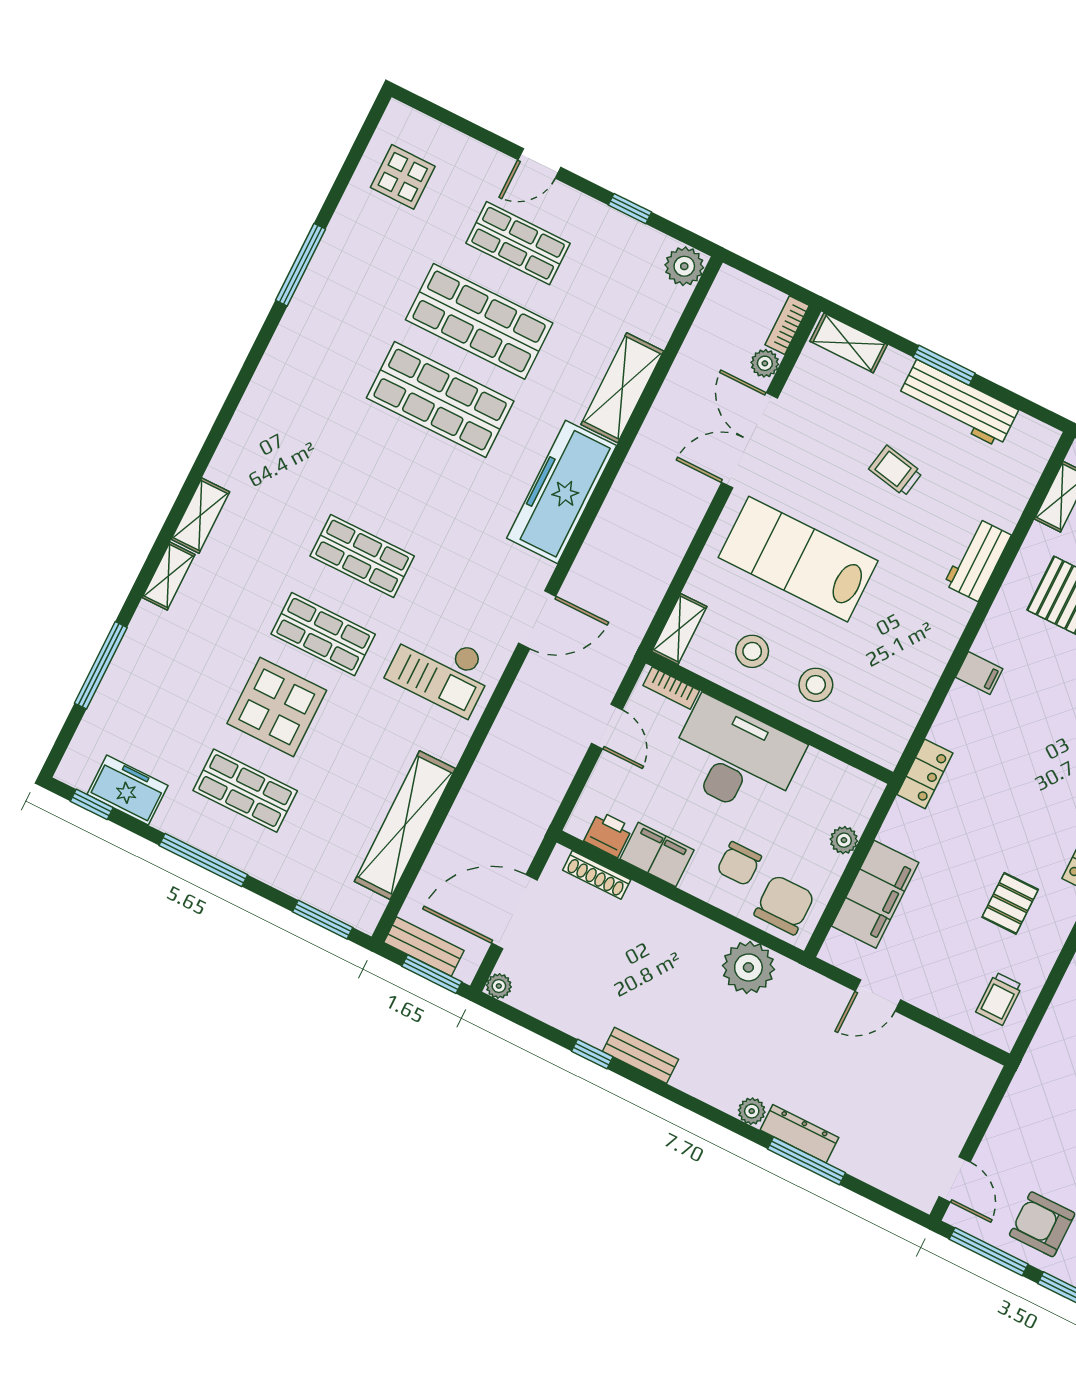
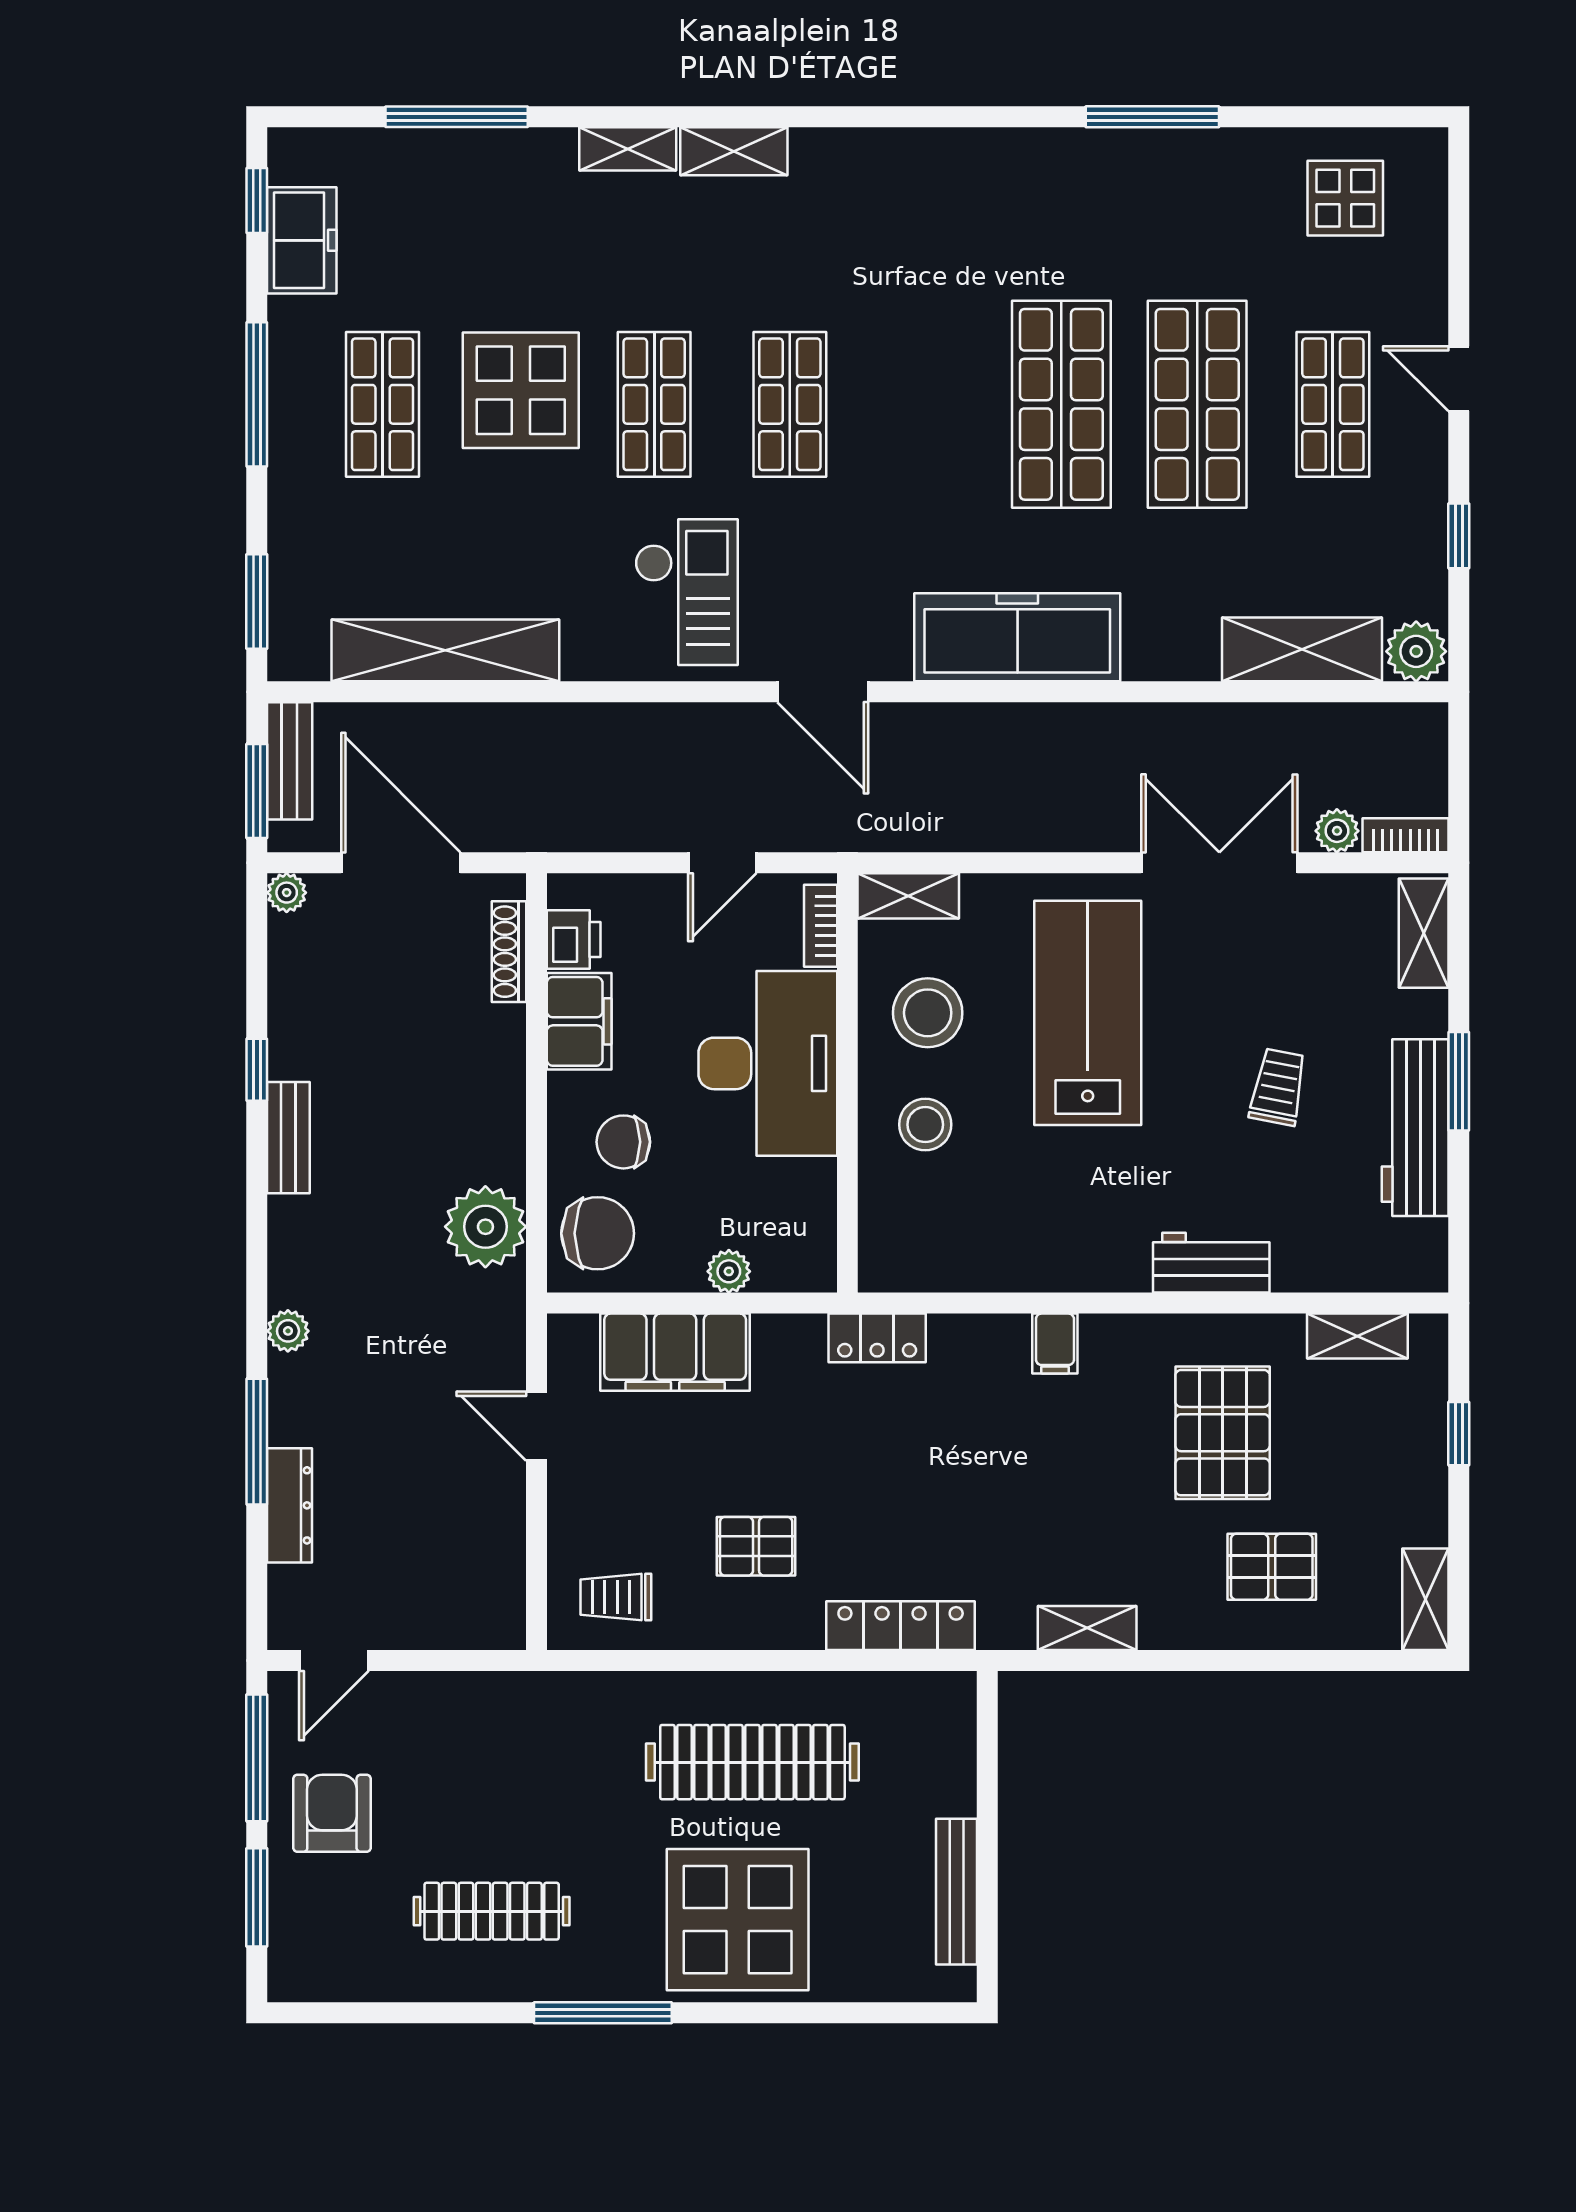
shelving: (622, 388) -> (1302, 649), moved
stool: (752, 651) -> (928, 1013), width x1.38, depth x1.38
checkout: (441, 669) -> (686, 592), turned 180
dresser: (799, 1134) -> (290, 1505), moved

